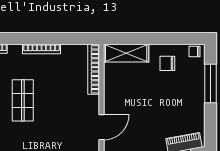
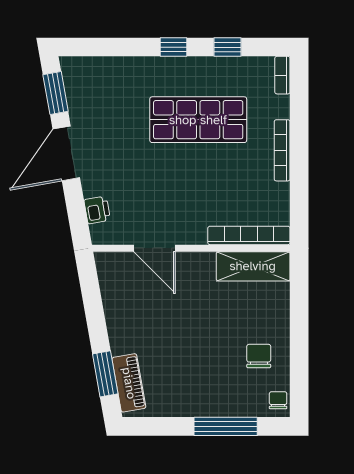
shelving: (126, 53) -> (253, 266), moved, turned 90
shop shelf: (23, 100) -> (198, 120), width x1.43, depth x1.36

